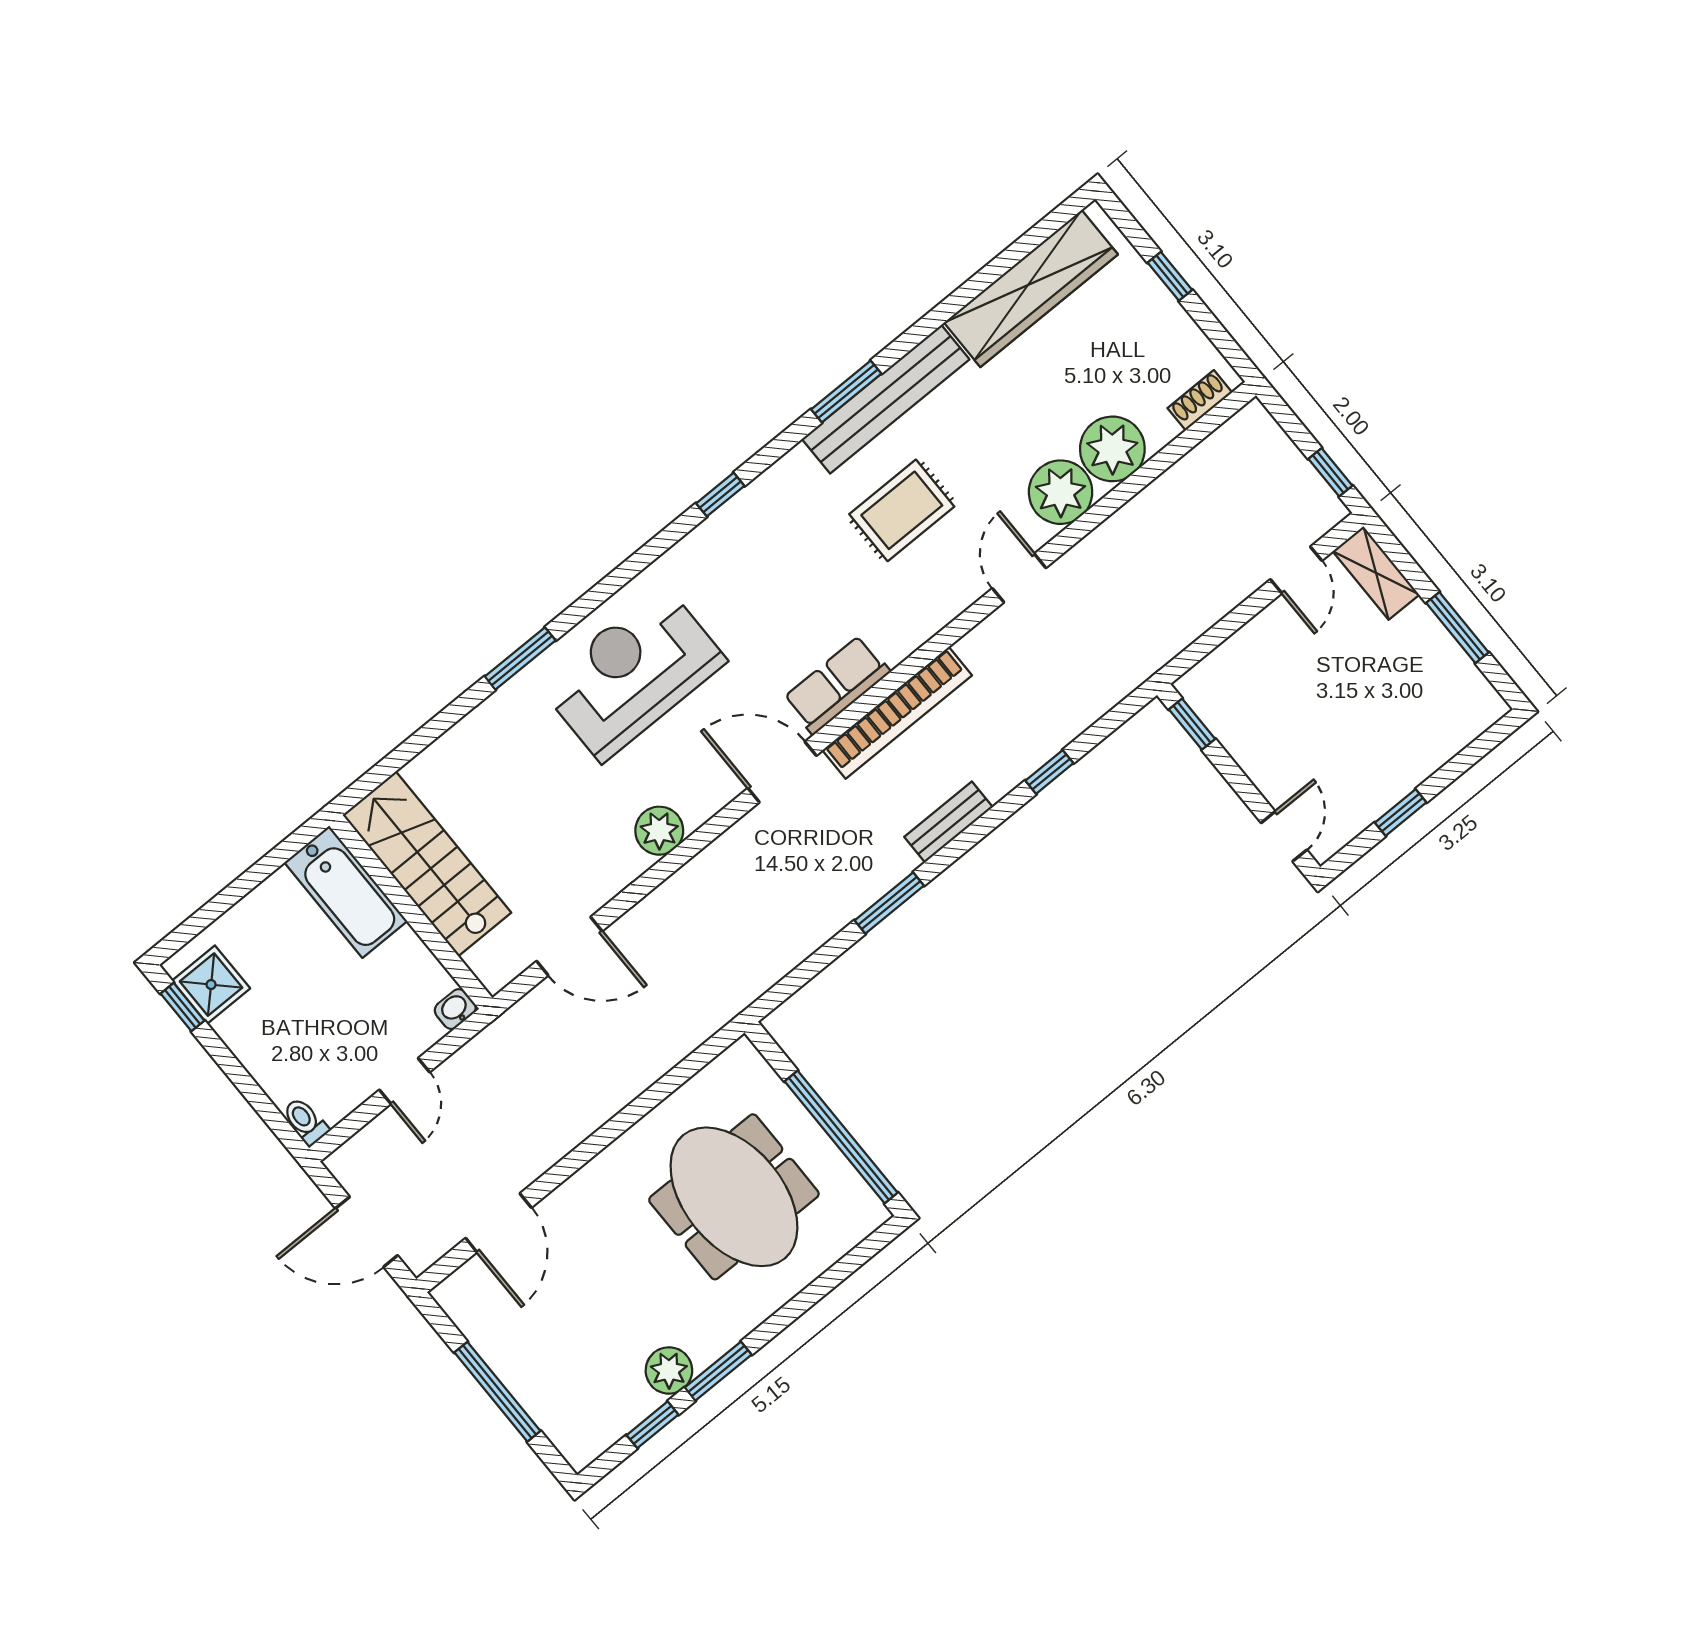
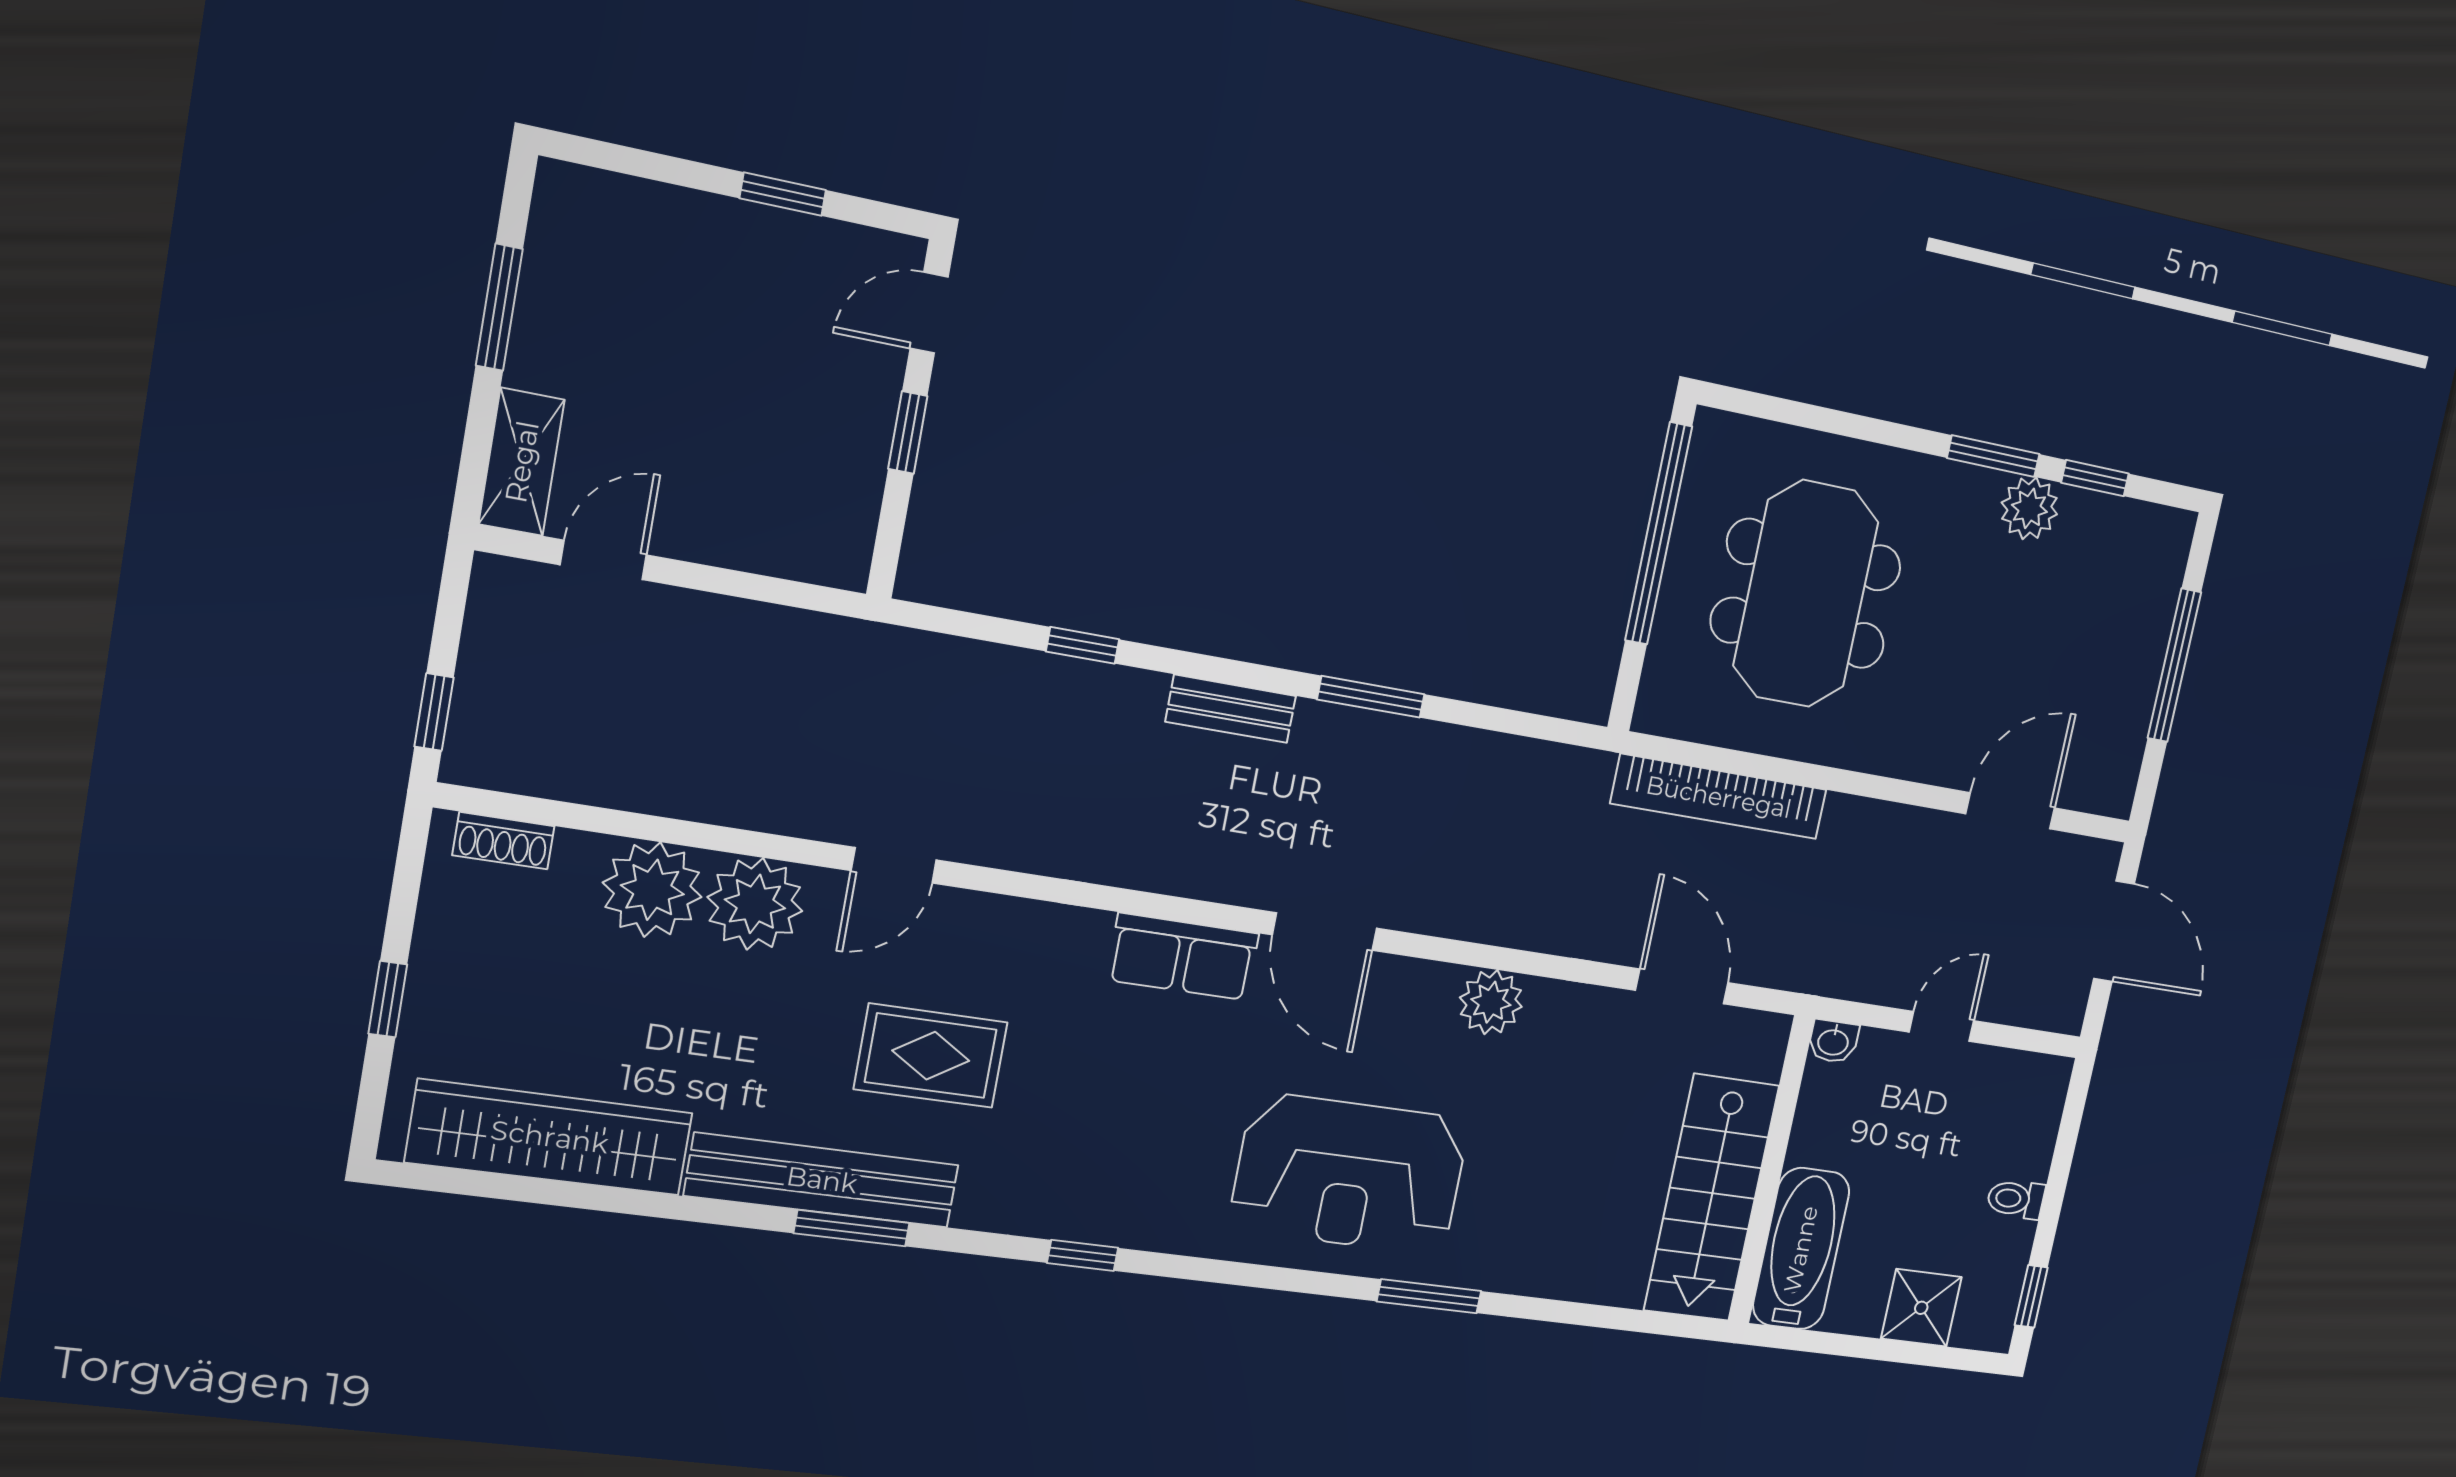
window: (1330, 472) -> (434, 712), moved
bookcase: (897, 713) -> (1719, 797), moved, turned 180
window: (1192, 724) -> (908, 432), moved
shower: (211, 985) -> (1921, 1308), moved
toilet: (305, 1121) -> (2016, 1199), moved, turned 90

